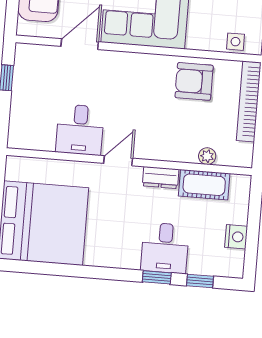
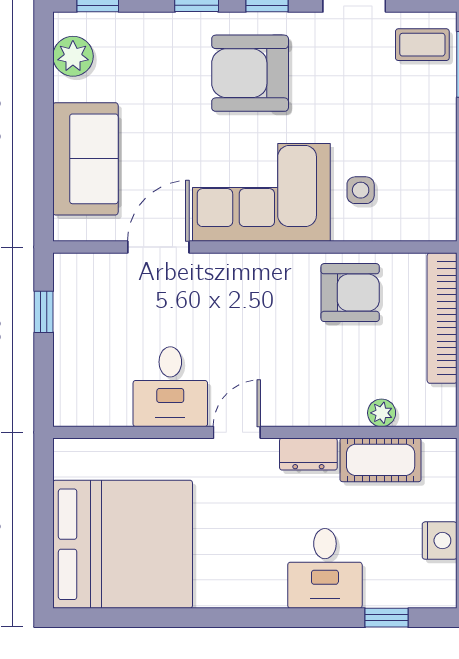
side table: (235, 42) -> (361, 190), moved
armchair: (194, 81) -> (350, 293), turned 180
window: (157, 277) -> (316, 618), removed

